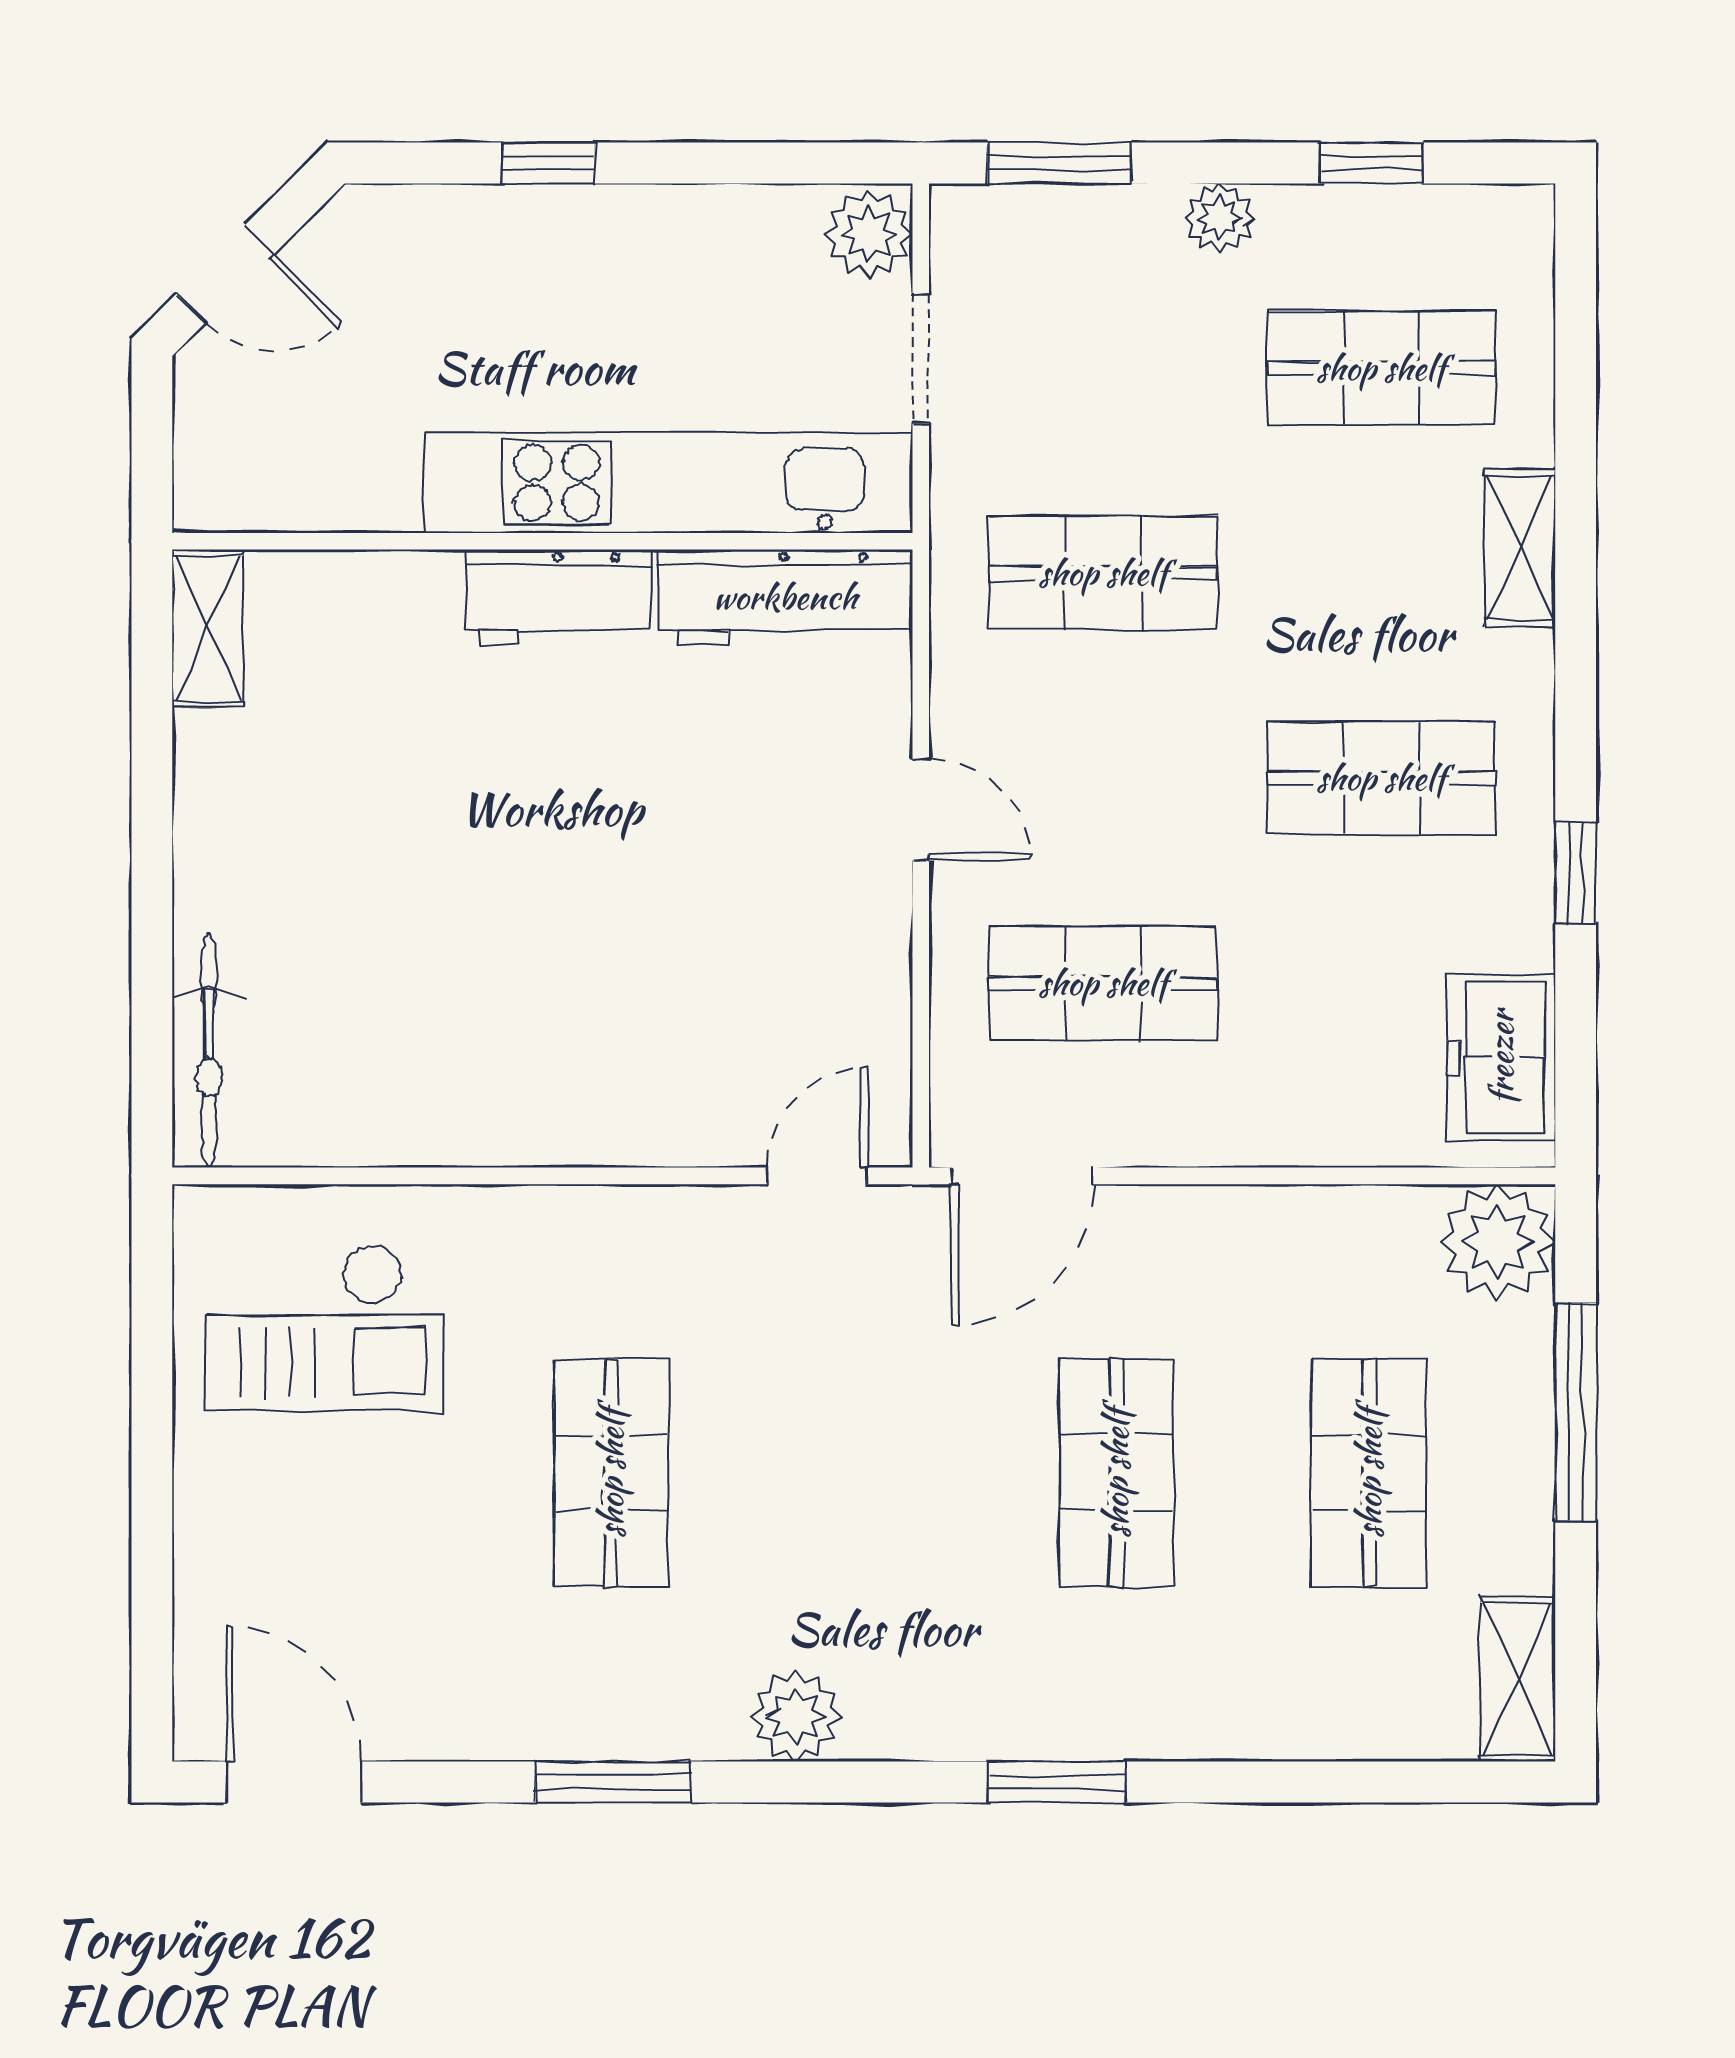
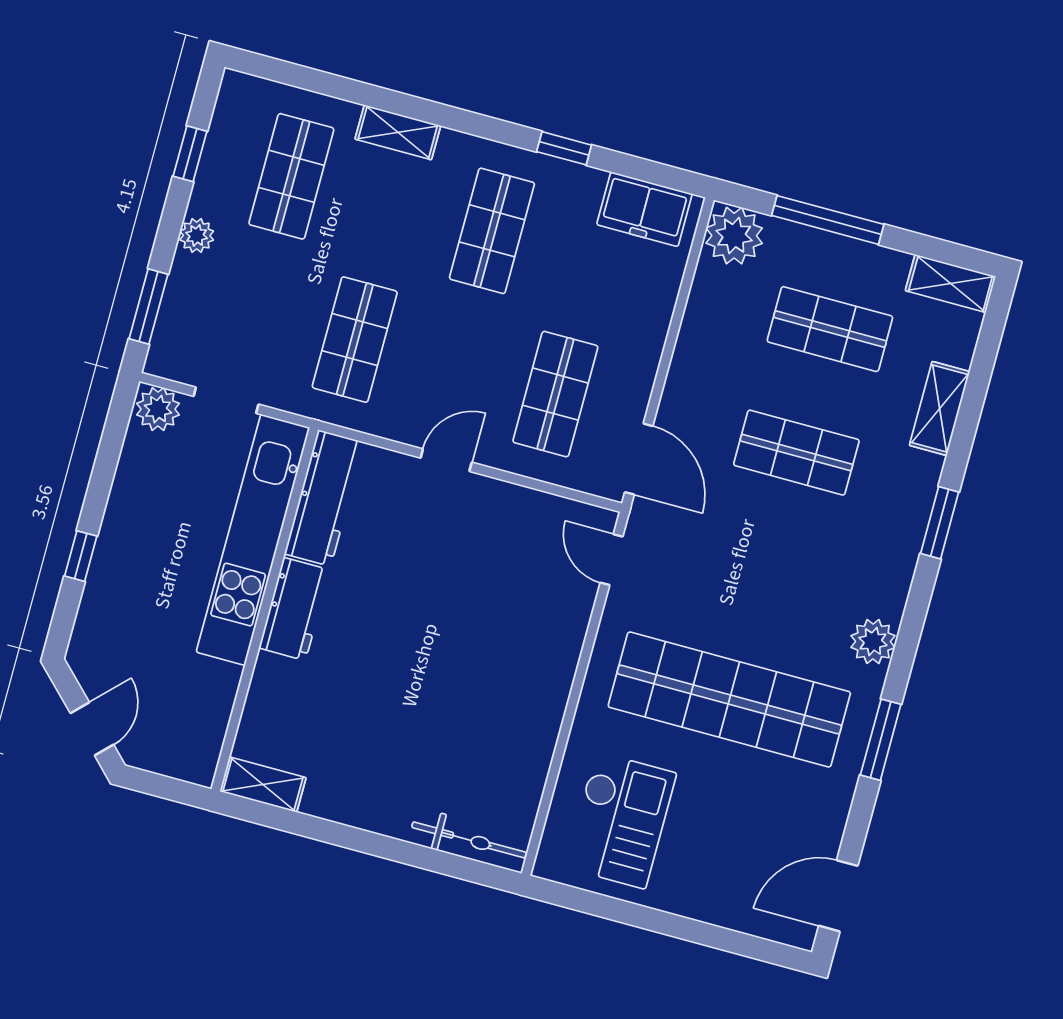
shop shelf: (611, 1473) -> (729, 700), width x2.00, depth x1.36
shelving: (1274, 1723) -> (940, 409), added

